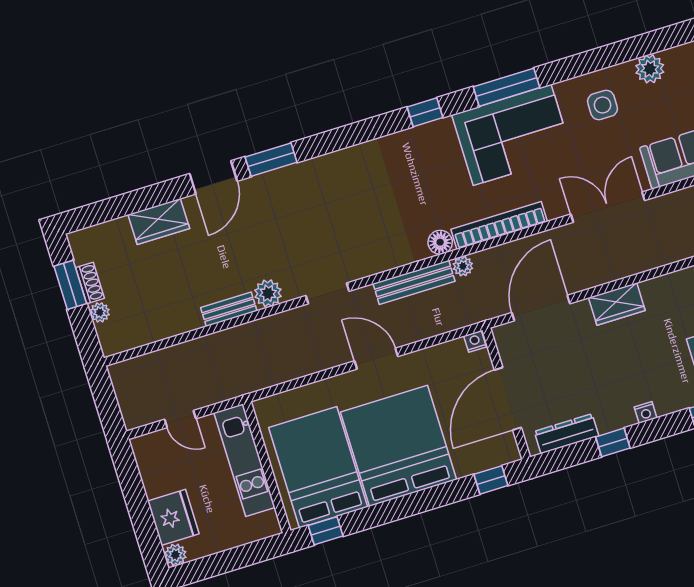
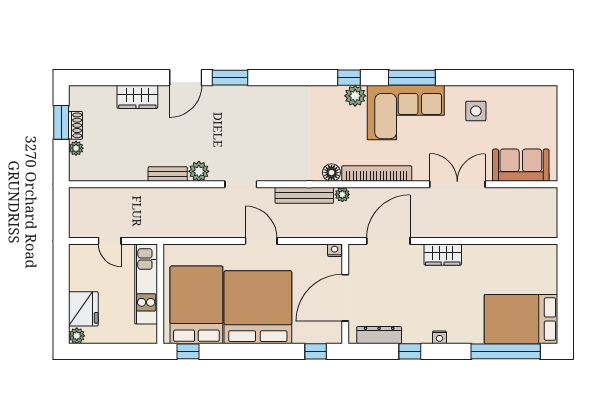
plant: (650, 69) -> (355, 96), moved

